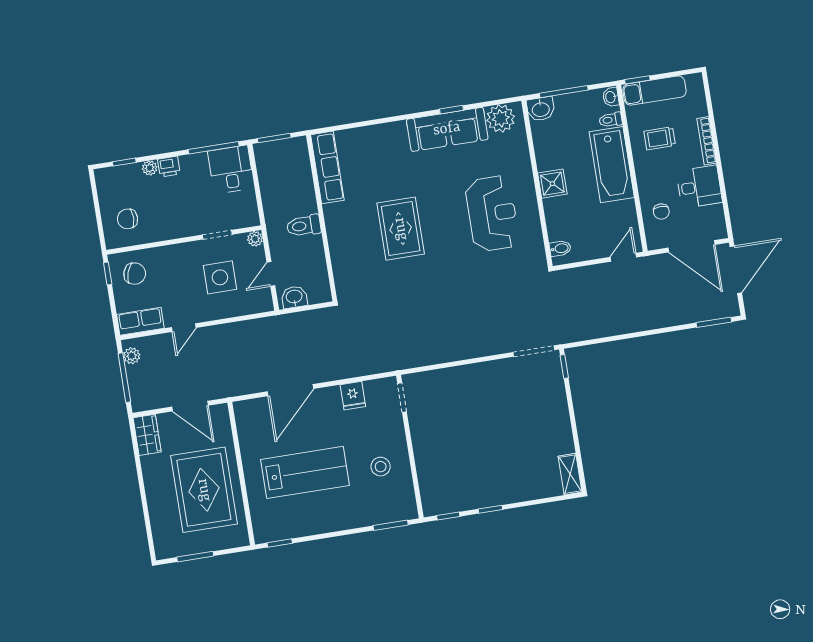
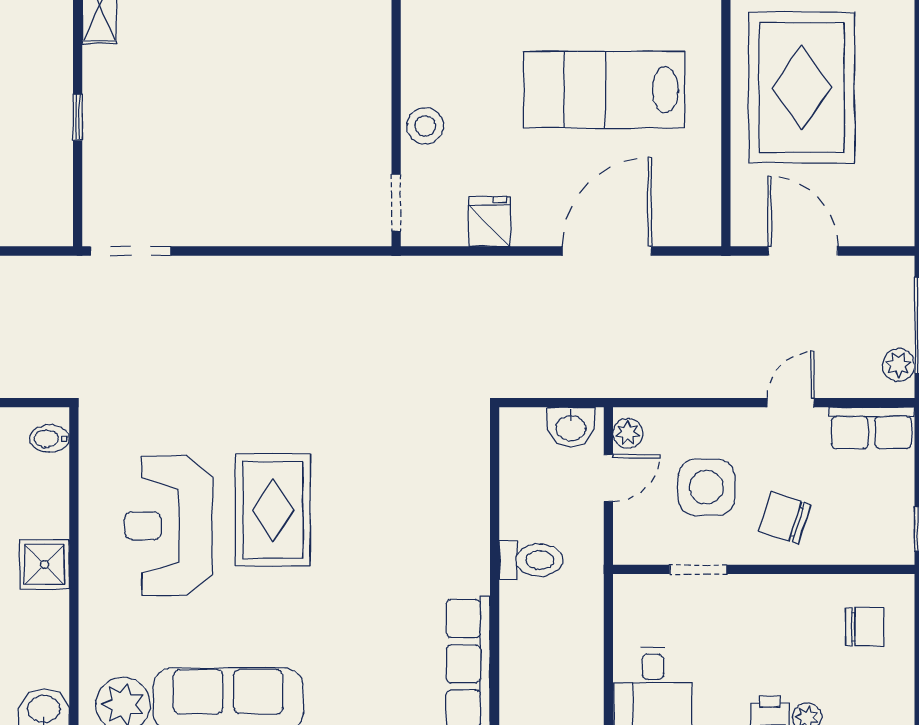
rug: (401, 229) -> (273, 510), moved
plant: (255, 239) -> (628, 433), moved
chair: (135, 274) -> (785, 518), moved
window: (564, 366) -> (78, 117), moved
wardrobe: (147, 435) -> (893, 209), removed
stool: (381, 467) -> (425, 126), moved

